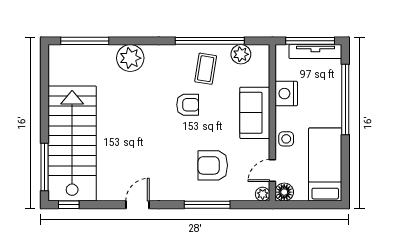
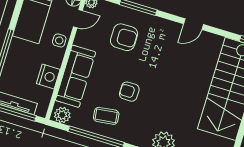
plant: (241, 54) -> (62, 115), moved
coffee table: (206, 69) -> (106, 116), turned 74
sofa: (255, 113) -> (76, 76), width x1.36

